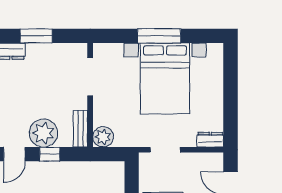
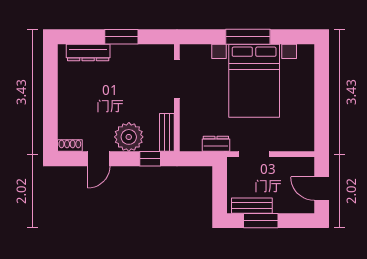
plant: (103, 137) -> (190, 141), removed
dresser: (210, 140) -> (216, 144), moved
window: (50, 154) -> (150, 159), moved

